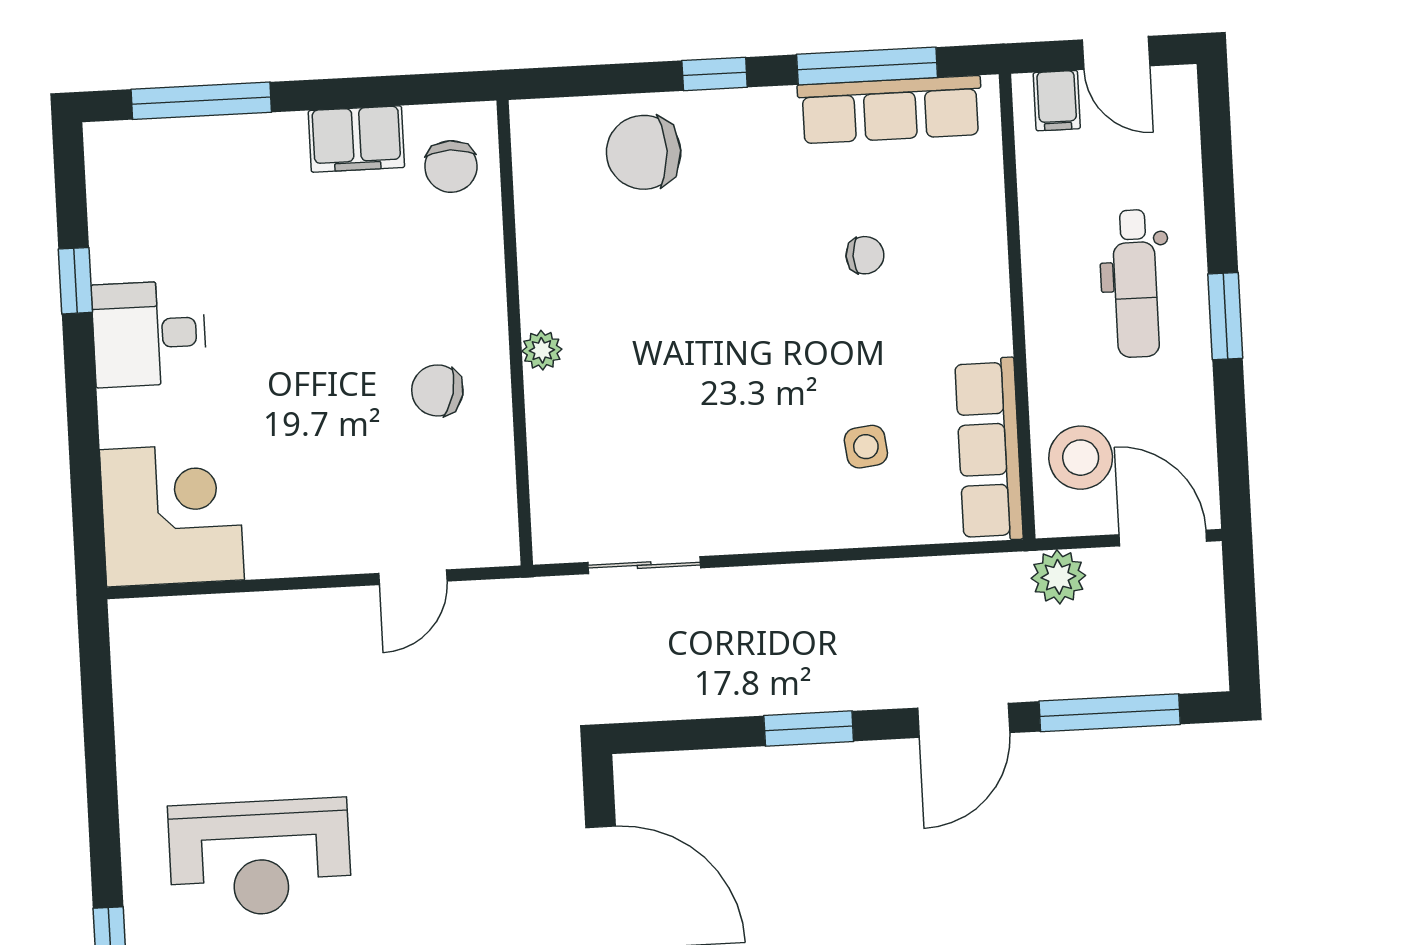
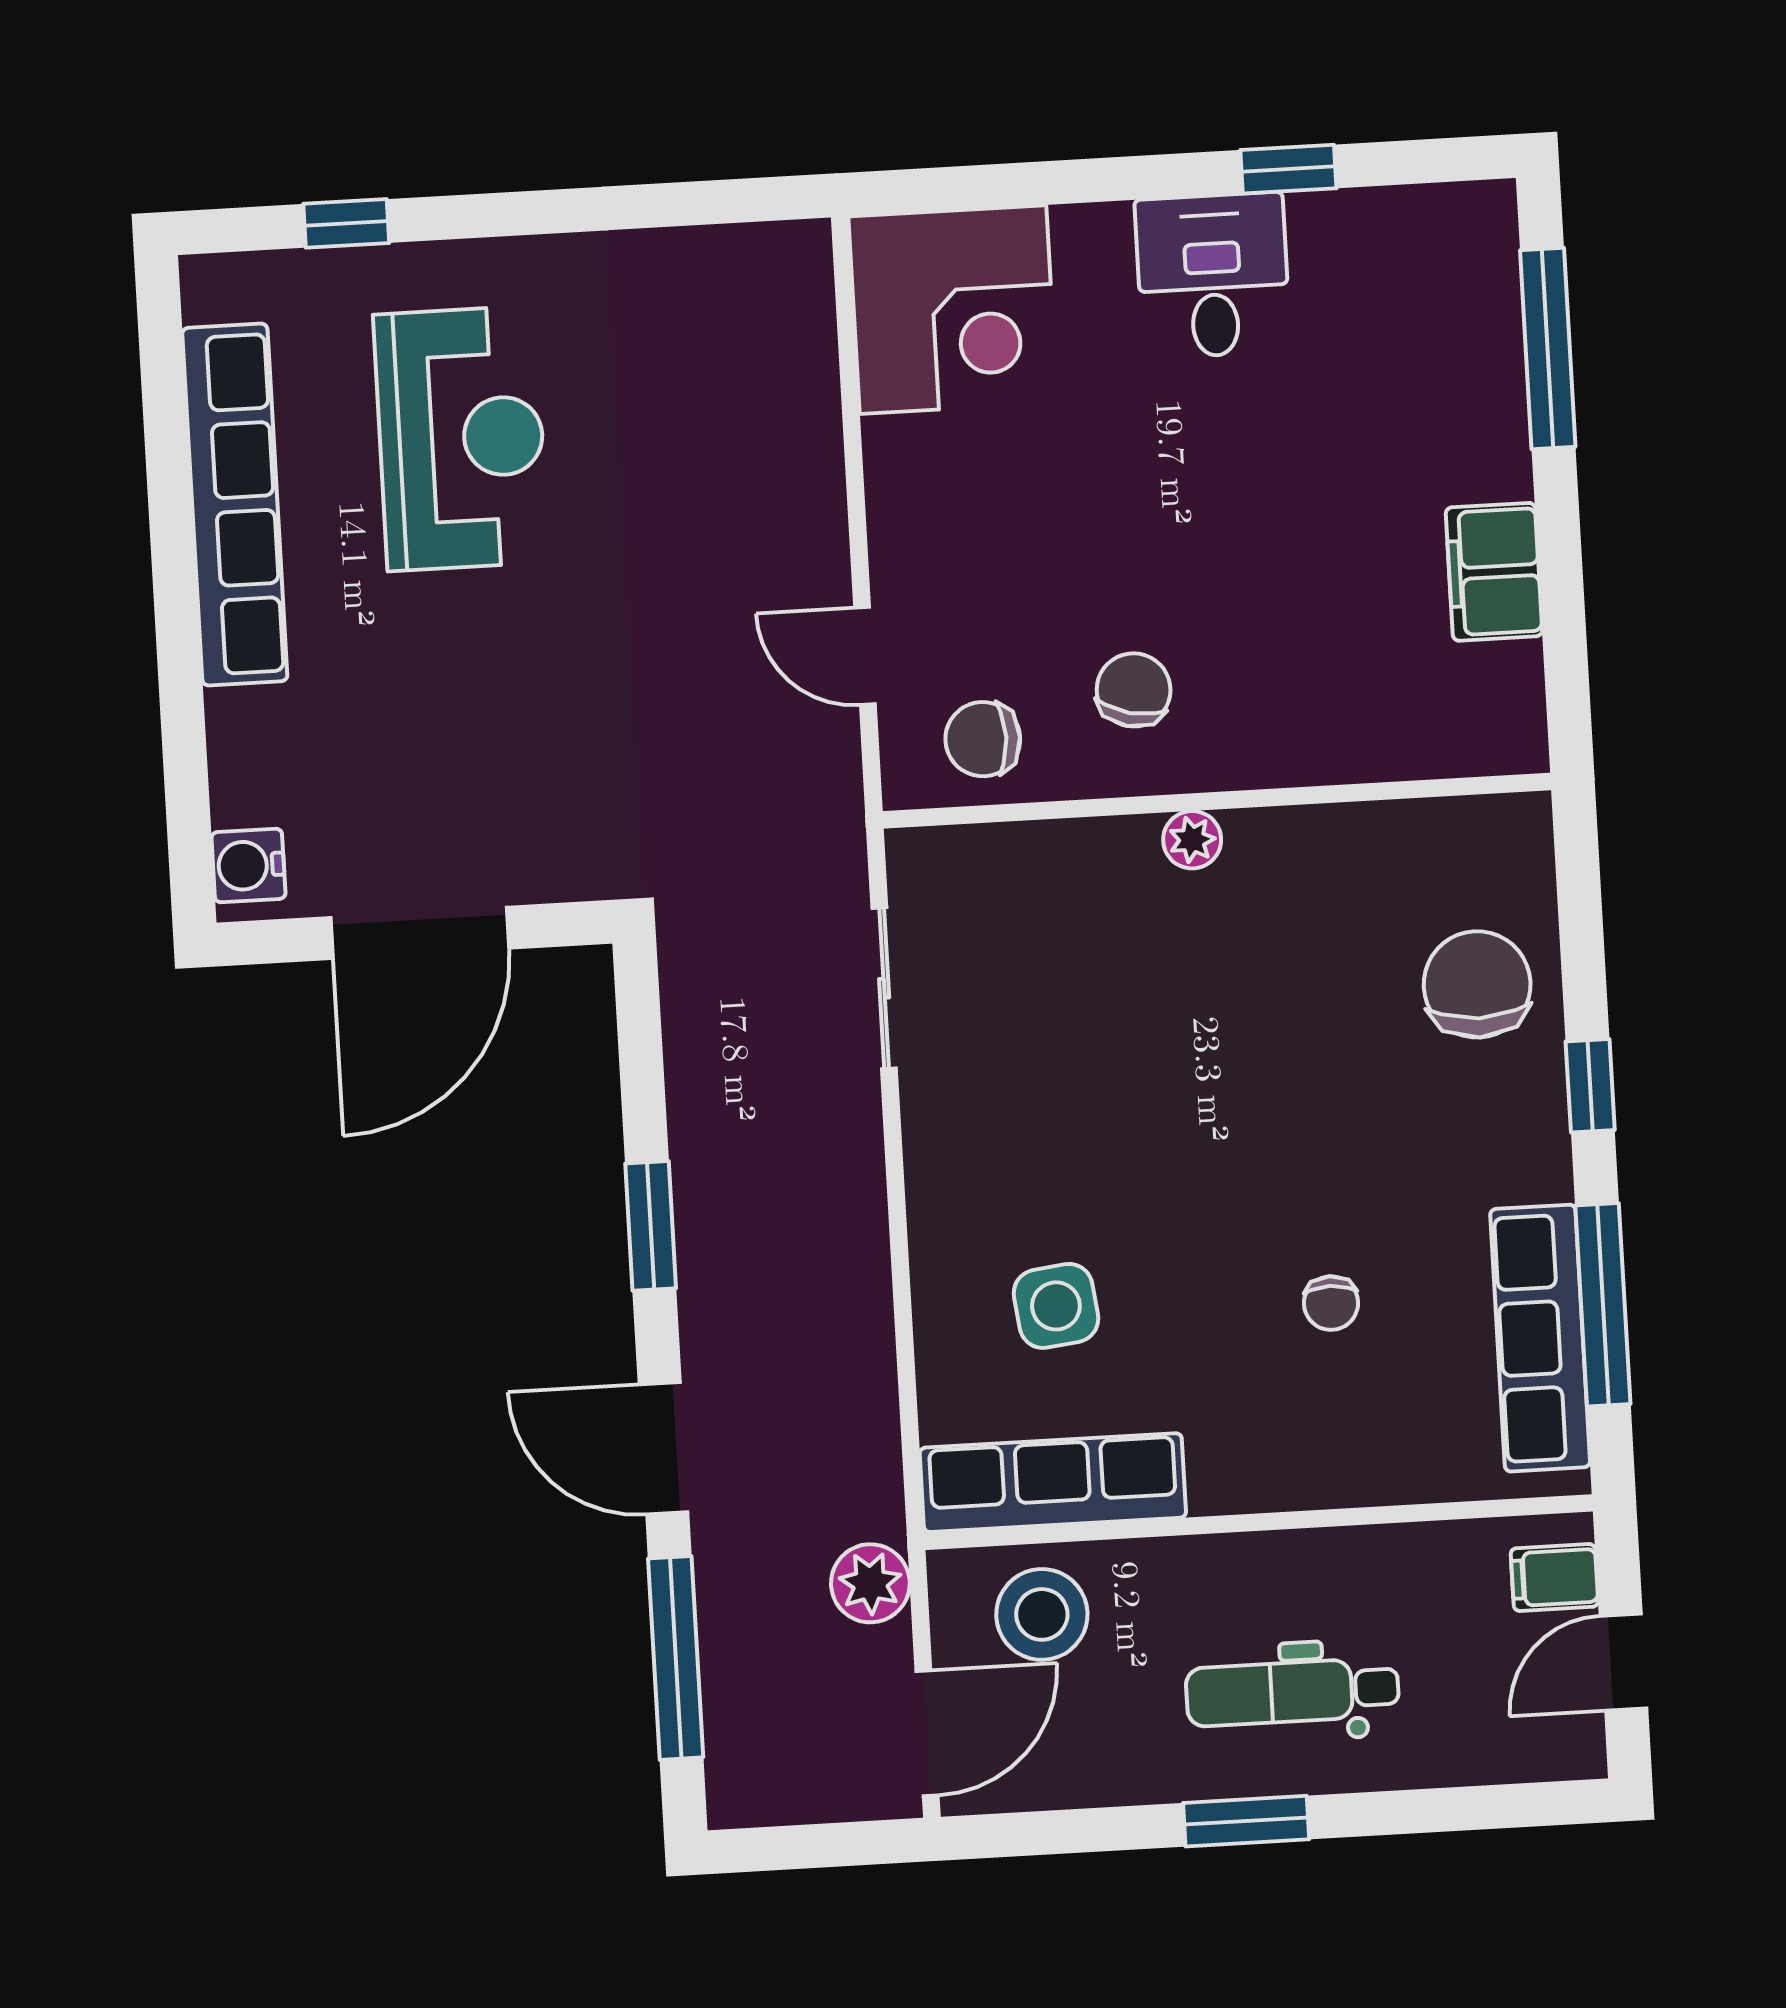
chair: (451, 166) -> (983, 739), moved
side table: (866, 447) -> (1056, 1306), width x1.37, depth x1.37
reception desk: (260, 858) -> (461, 438), turned 180

